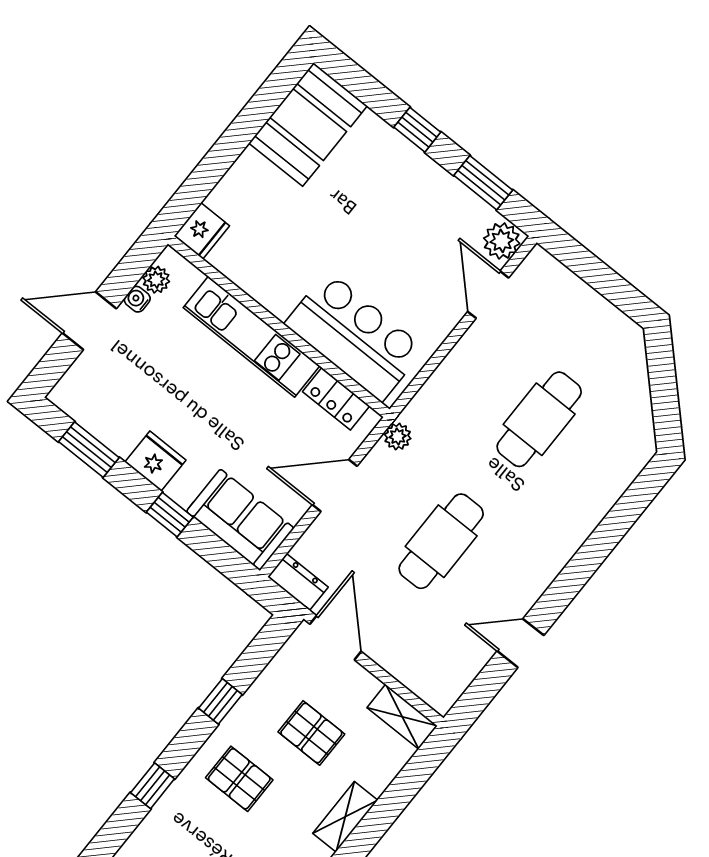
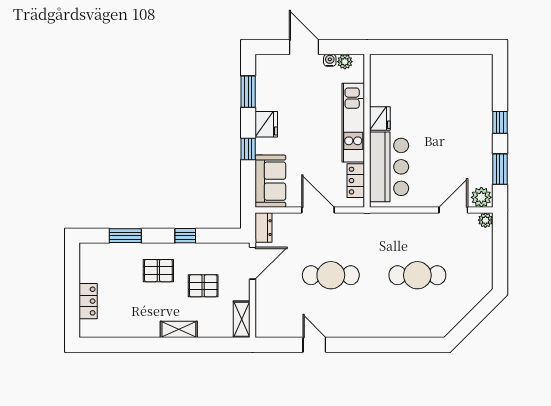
booth: (308, 124) -> (464, 73), removed
fridge: (202, 231) -> (380, 119), moved, turned -90
plant: (398, 436) -> (485, 220), moved
pallet: (311, 733) -> (203, 286), turned 90
pallet: (239, 779) -> (158, 271), turned 90
window: (153, 786) -> (125, 236), width x1.50

